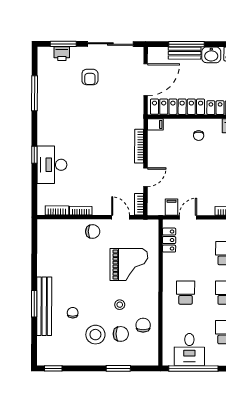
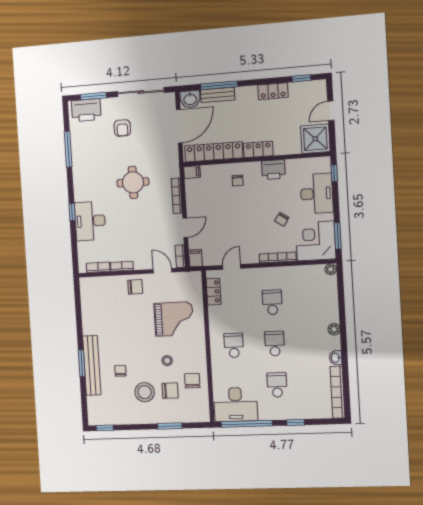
printer: (62, 54) -> (86, 110), width x1.87, depth x1.48
washbasin: (211, 55) -> (190, 99), moved
round table: (97, 130) -> (133, 182), added
filing cabinet: (172, 207) -> (196, 258), moved
desk: (189, 350) -> (236, 404), width x1.37

